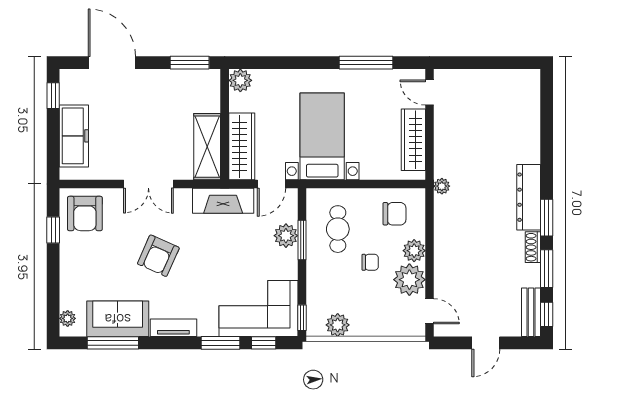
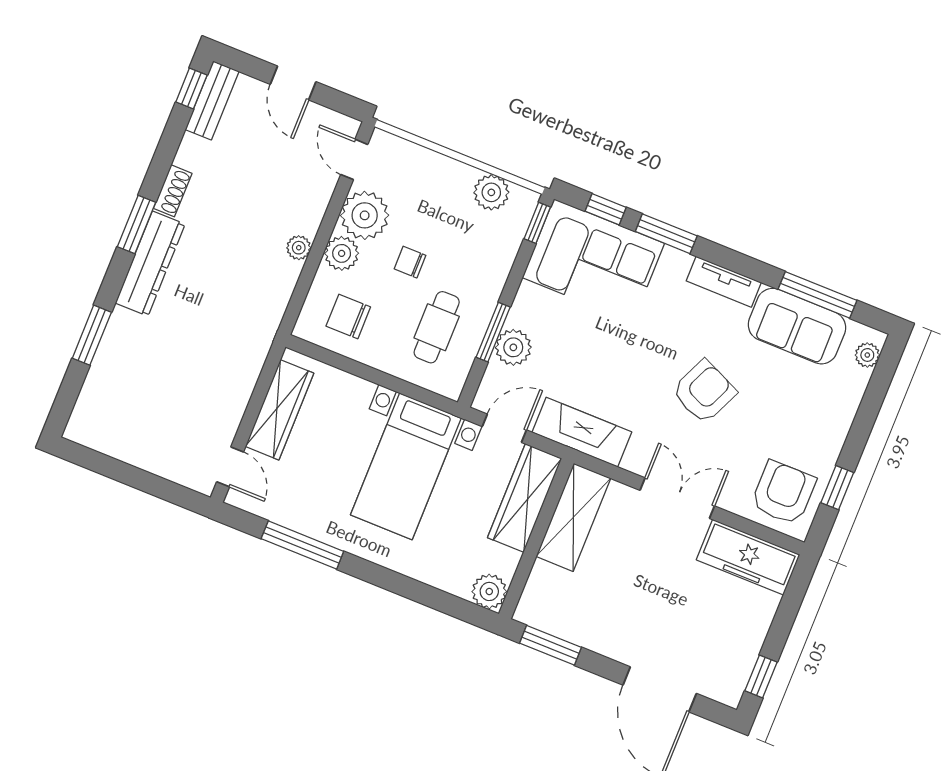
freezer: (74, 136) -> (748, 557), moved, turned -90
plant: (442, 186) -> (299, 248), moved
window: (547, 269) -> (92, 335), moved
door: (486, 343) -> (293, 83), swing flipped

